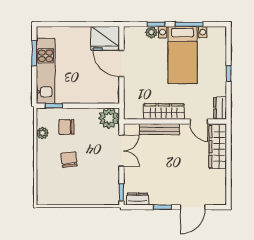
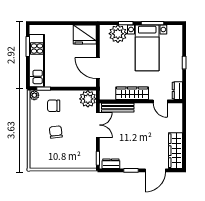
plant: (151, 32) -> (118, 34), width x1.87, depth x1.87
door: (121, 64) -> (98, 68), moved
bench: (159, 129) -> (118, 108), moved
plant: (42, 133) -> (34, 95), moved
wardrobe: (218, 147) -> (176, 151), moved

